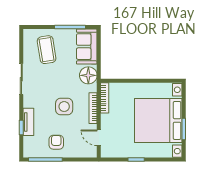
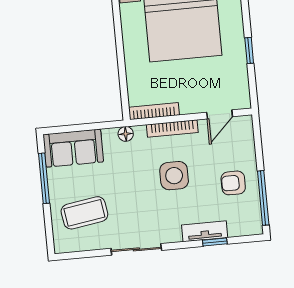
floor lamp: (88, 75) -> (126, 134), width x0.53, depth x0.53

